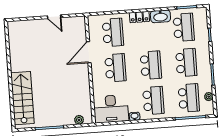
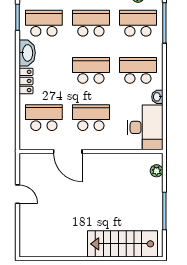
door: (54, 17) -> (18, 194), hinge flipped

